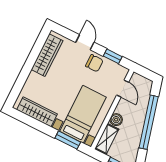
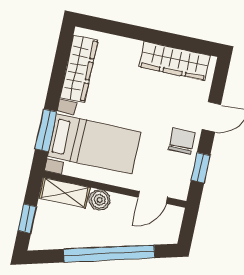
chair: (94, 63) -> (182, 141), turned 180

